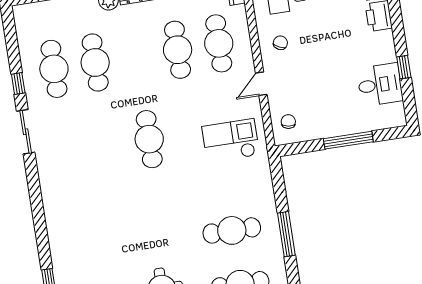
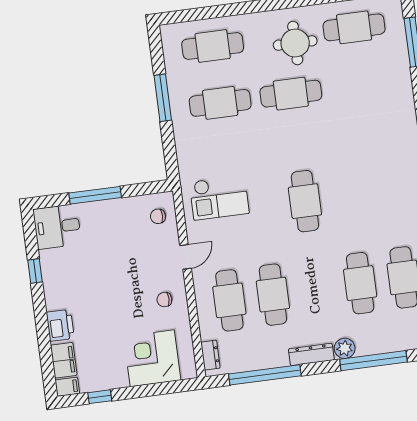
chair: (280, 43) -> (164, 300), turned 64
desk: (380, 85) -> (57, 227), moved
chair: (288, 122) -> (158, 216), turned 82
cafe table: (165, 241) -> (291, 94), added

